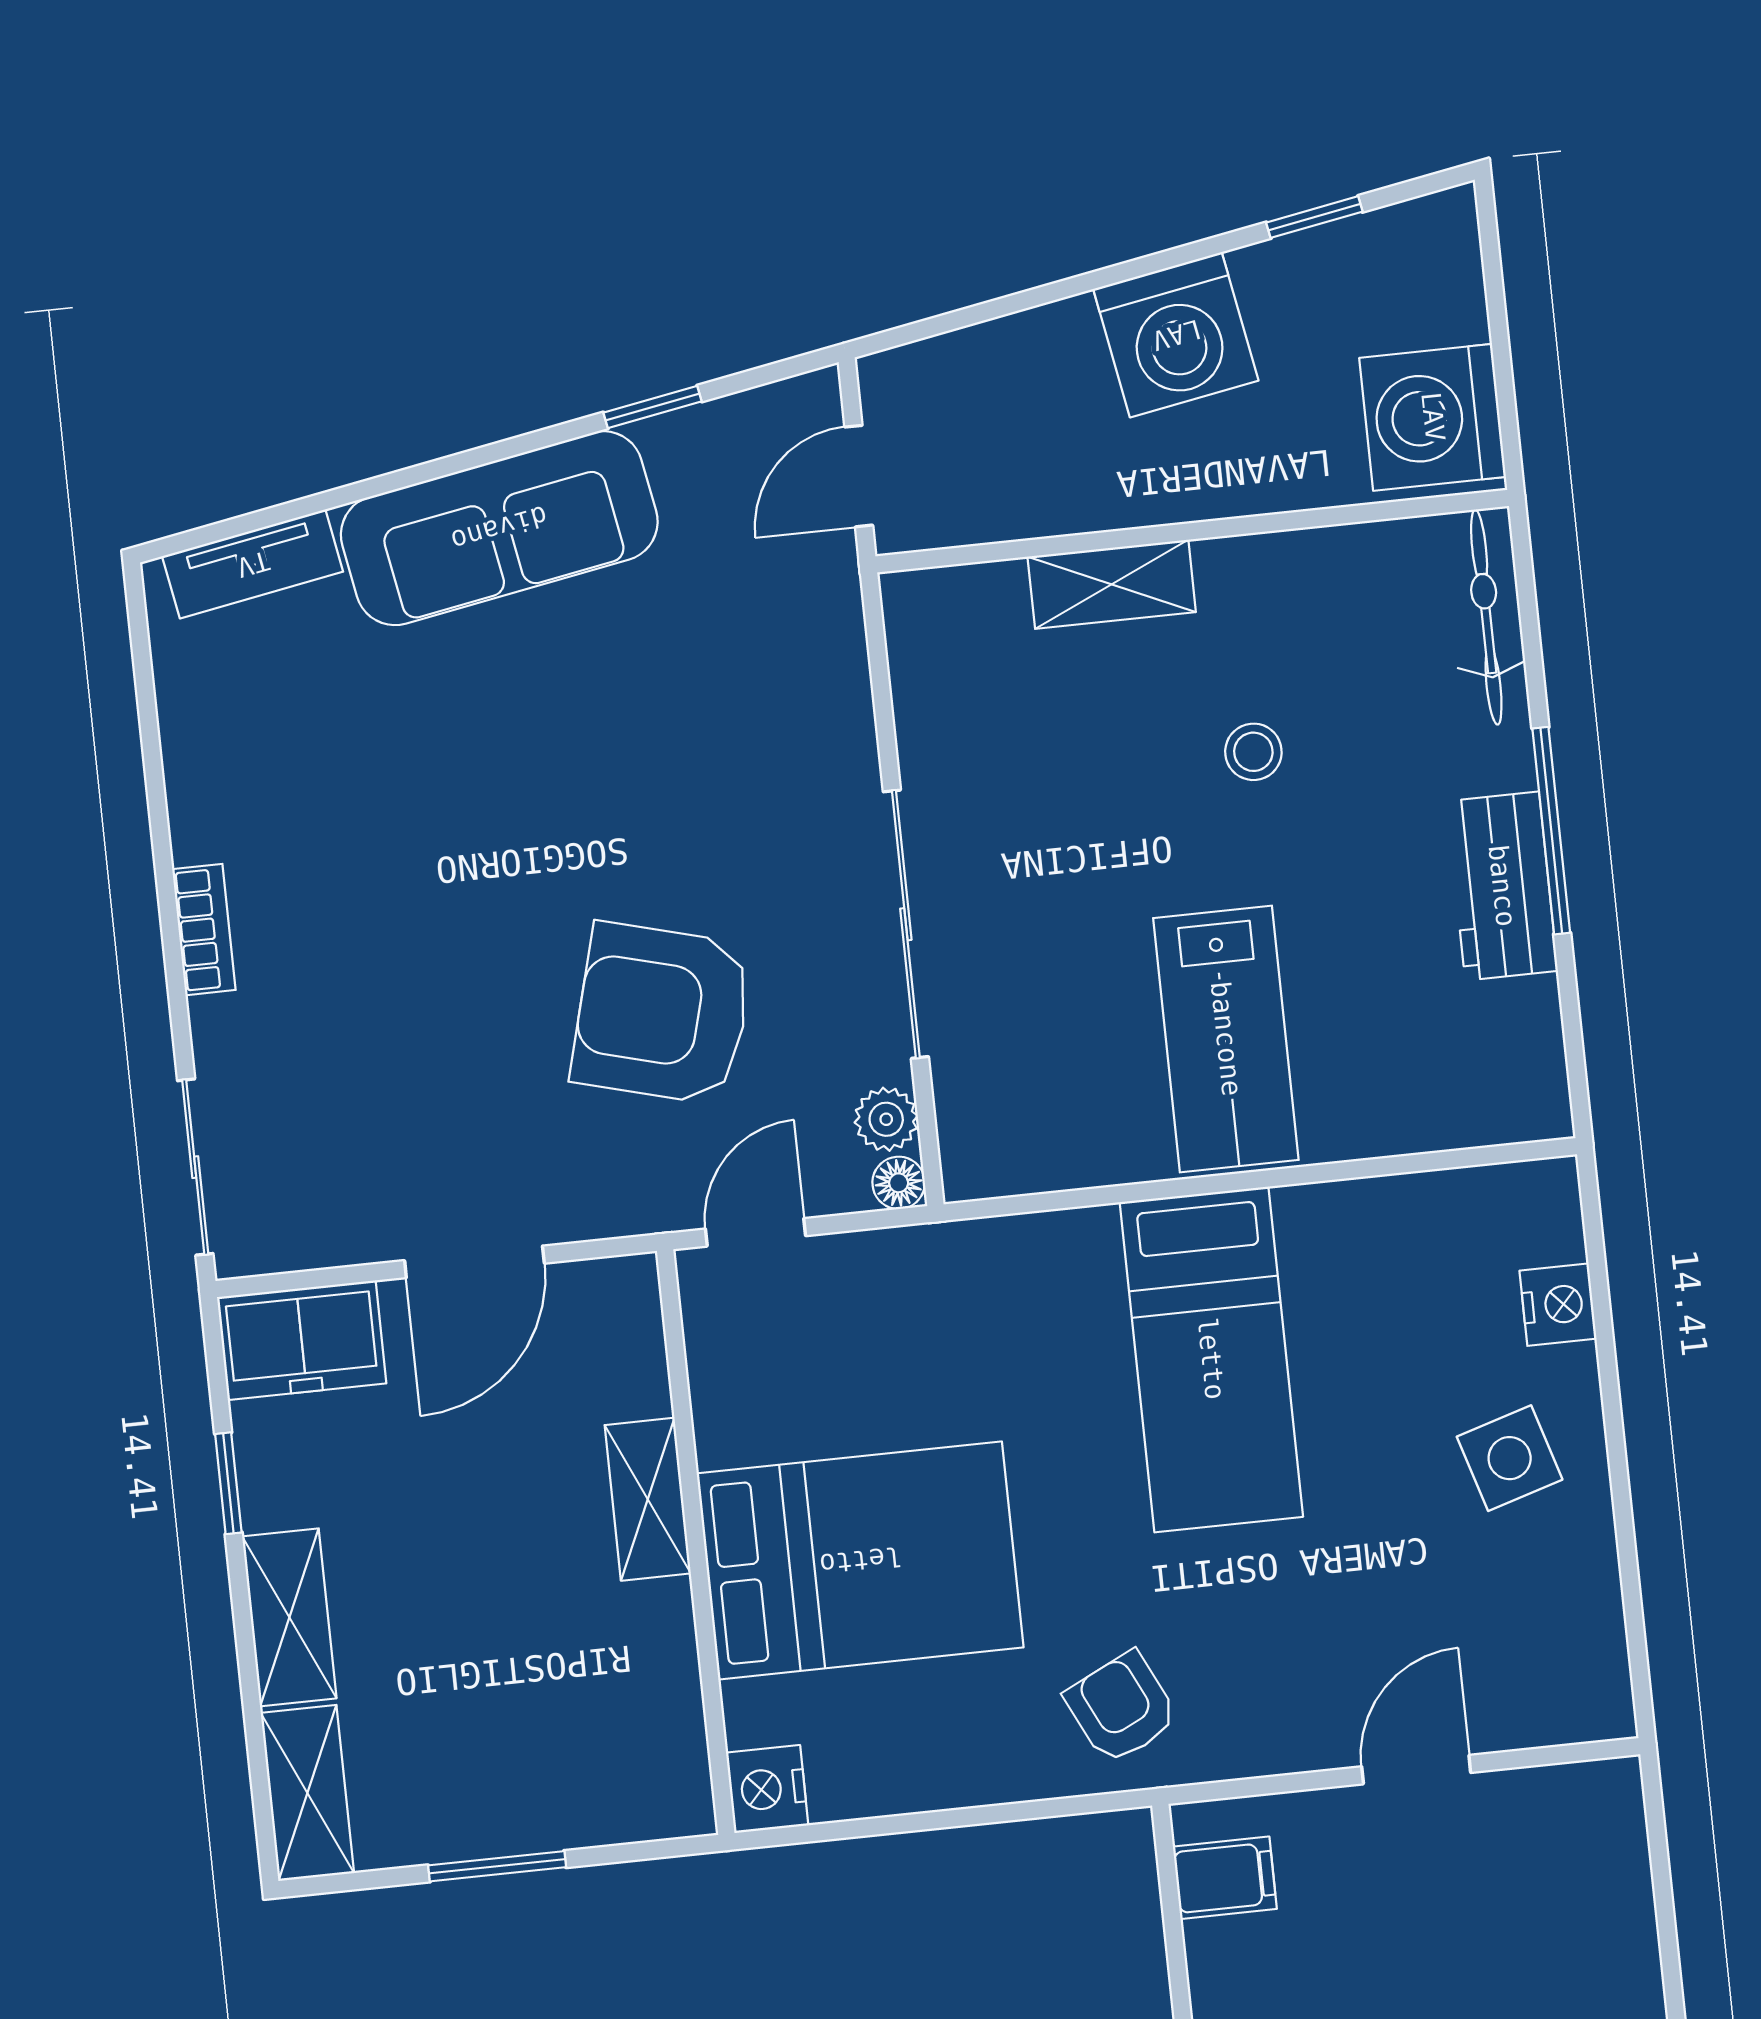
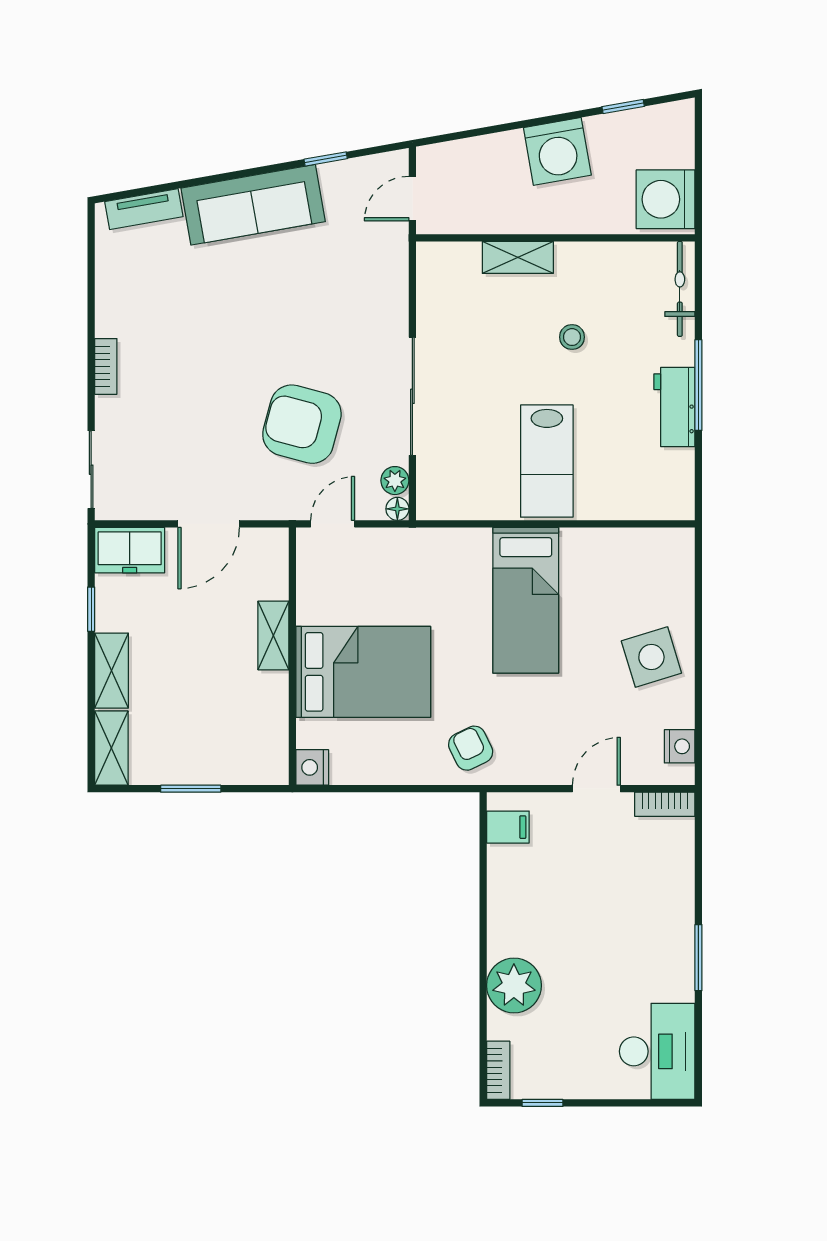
nightstand: (1558, 1305) -> (680, 746), moved
side table: (1510, 1458) -> (651, 657), width x1.37, depth x1.37
bookcase: (1575, 1789) -> (665, 804), added

